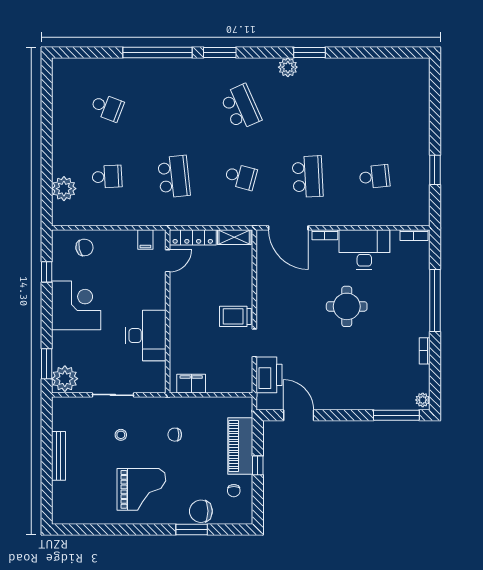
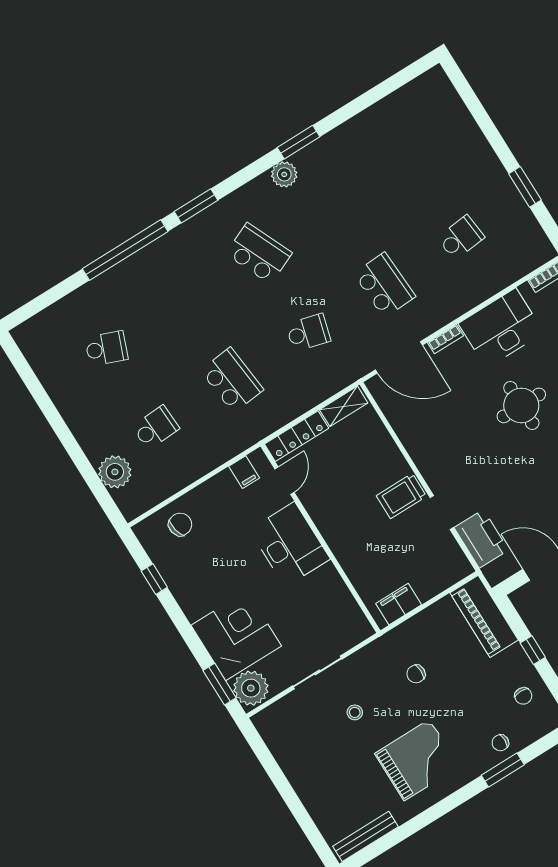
corner desk: (76, 305) -> (236, 636), moved
desk: (146, 336) -> (290, 544), moved
piano: (240, 446) -> (484, 616), moved
bench: (59, 456) -> (366, 836), moved, turned 90
chair: (201, 511) -> (500, 743), width x0.54, depth x0.54

